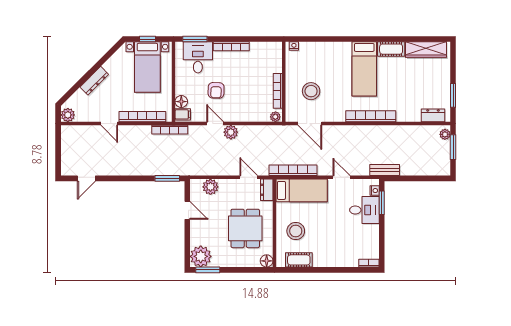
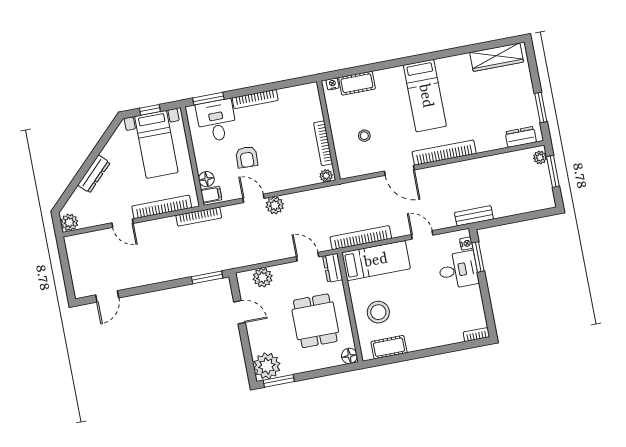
cot: (391, 49) -> (357, 83), moved
stool: (311, 91) -> (364, 136), width x0.53, depth x0.53
door: (310, 124) -> (399, 170), moved

